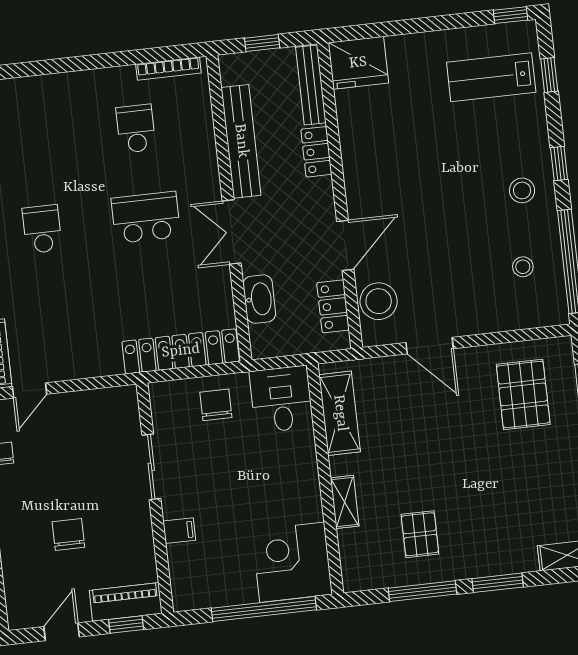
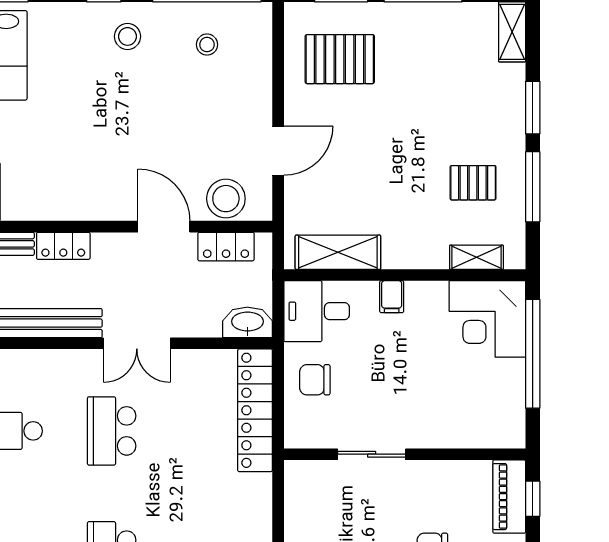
washbasin: (259, 299) -> (247, 322), moved
shelving: (345, 502) -> (477, 257), moved
filing cabinet: (179, 531) -> (392, 297), moved, turned 180

